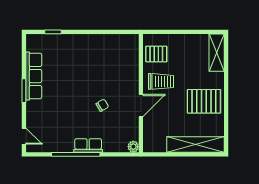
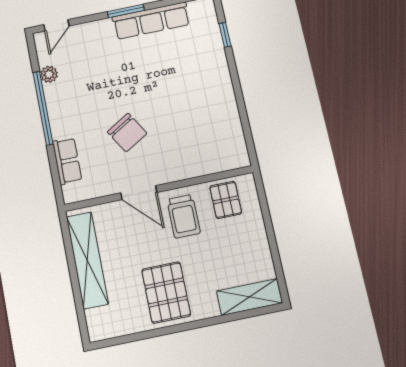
chair: (102, 105) -> (127, 133), width x1.87, depth x1.87
shelving: (195, 144) -> (87, 260), moved
row of seats: (88, 145) -> (67, 161), moved
plant: (133, 147) -> (49, 74), moved

